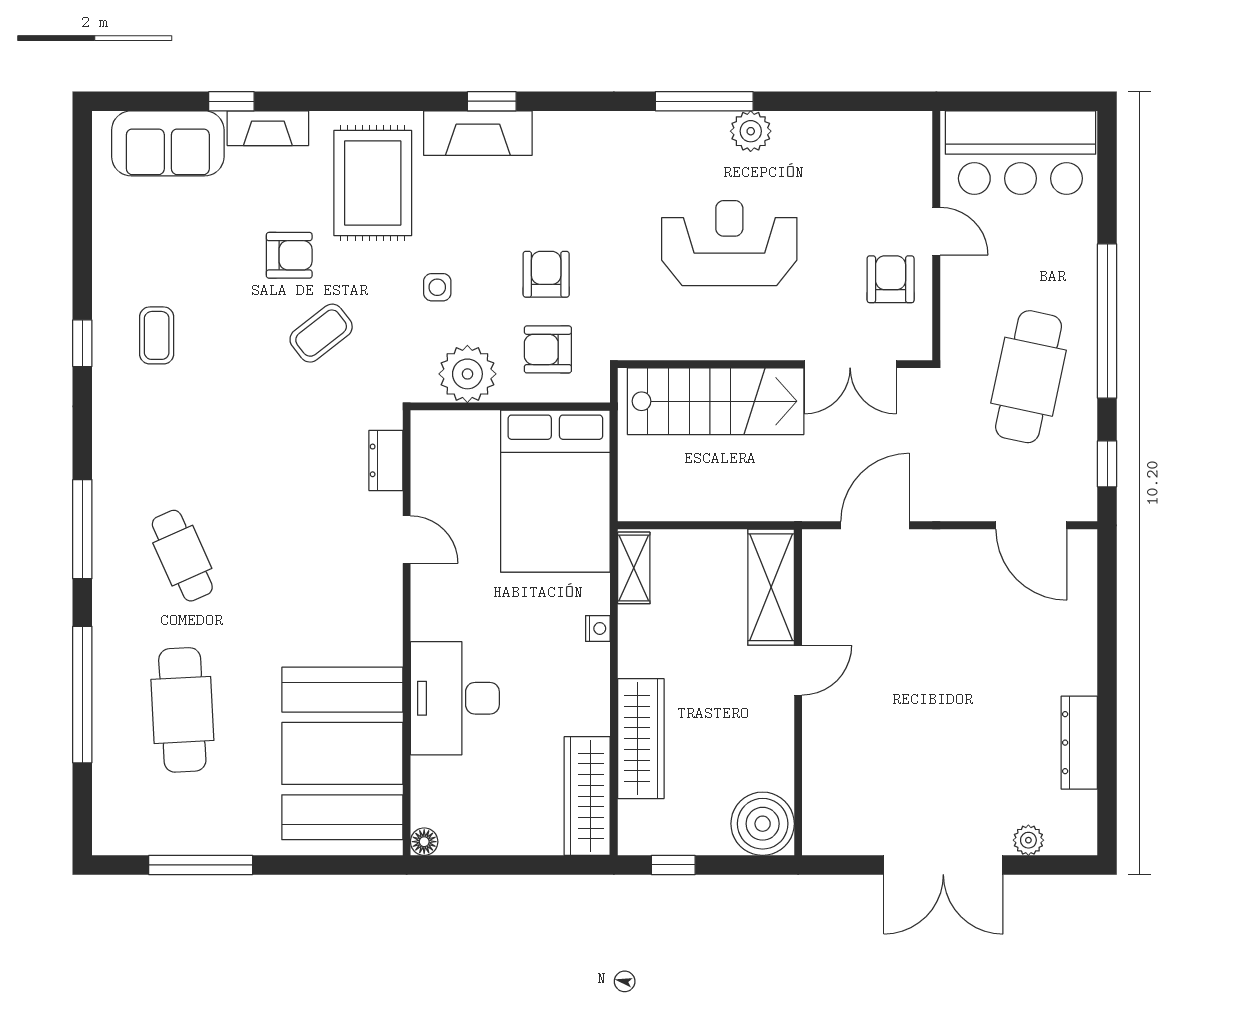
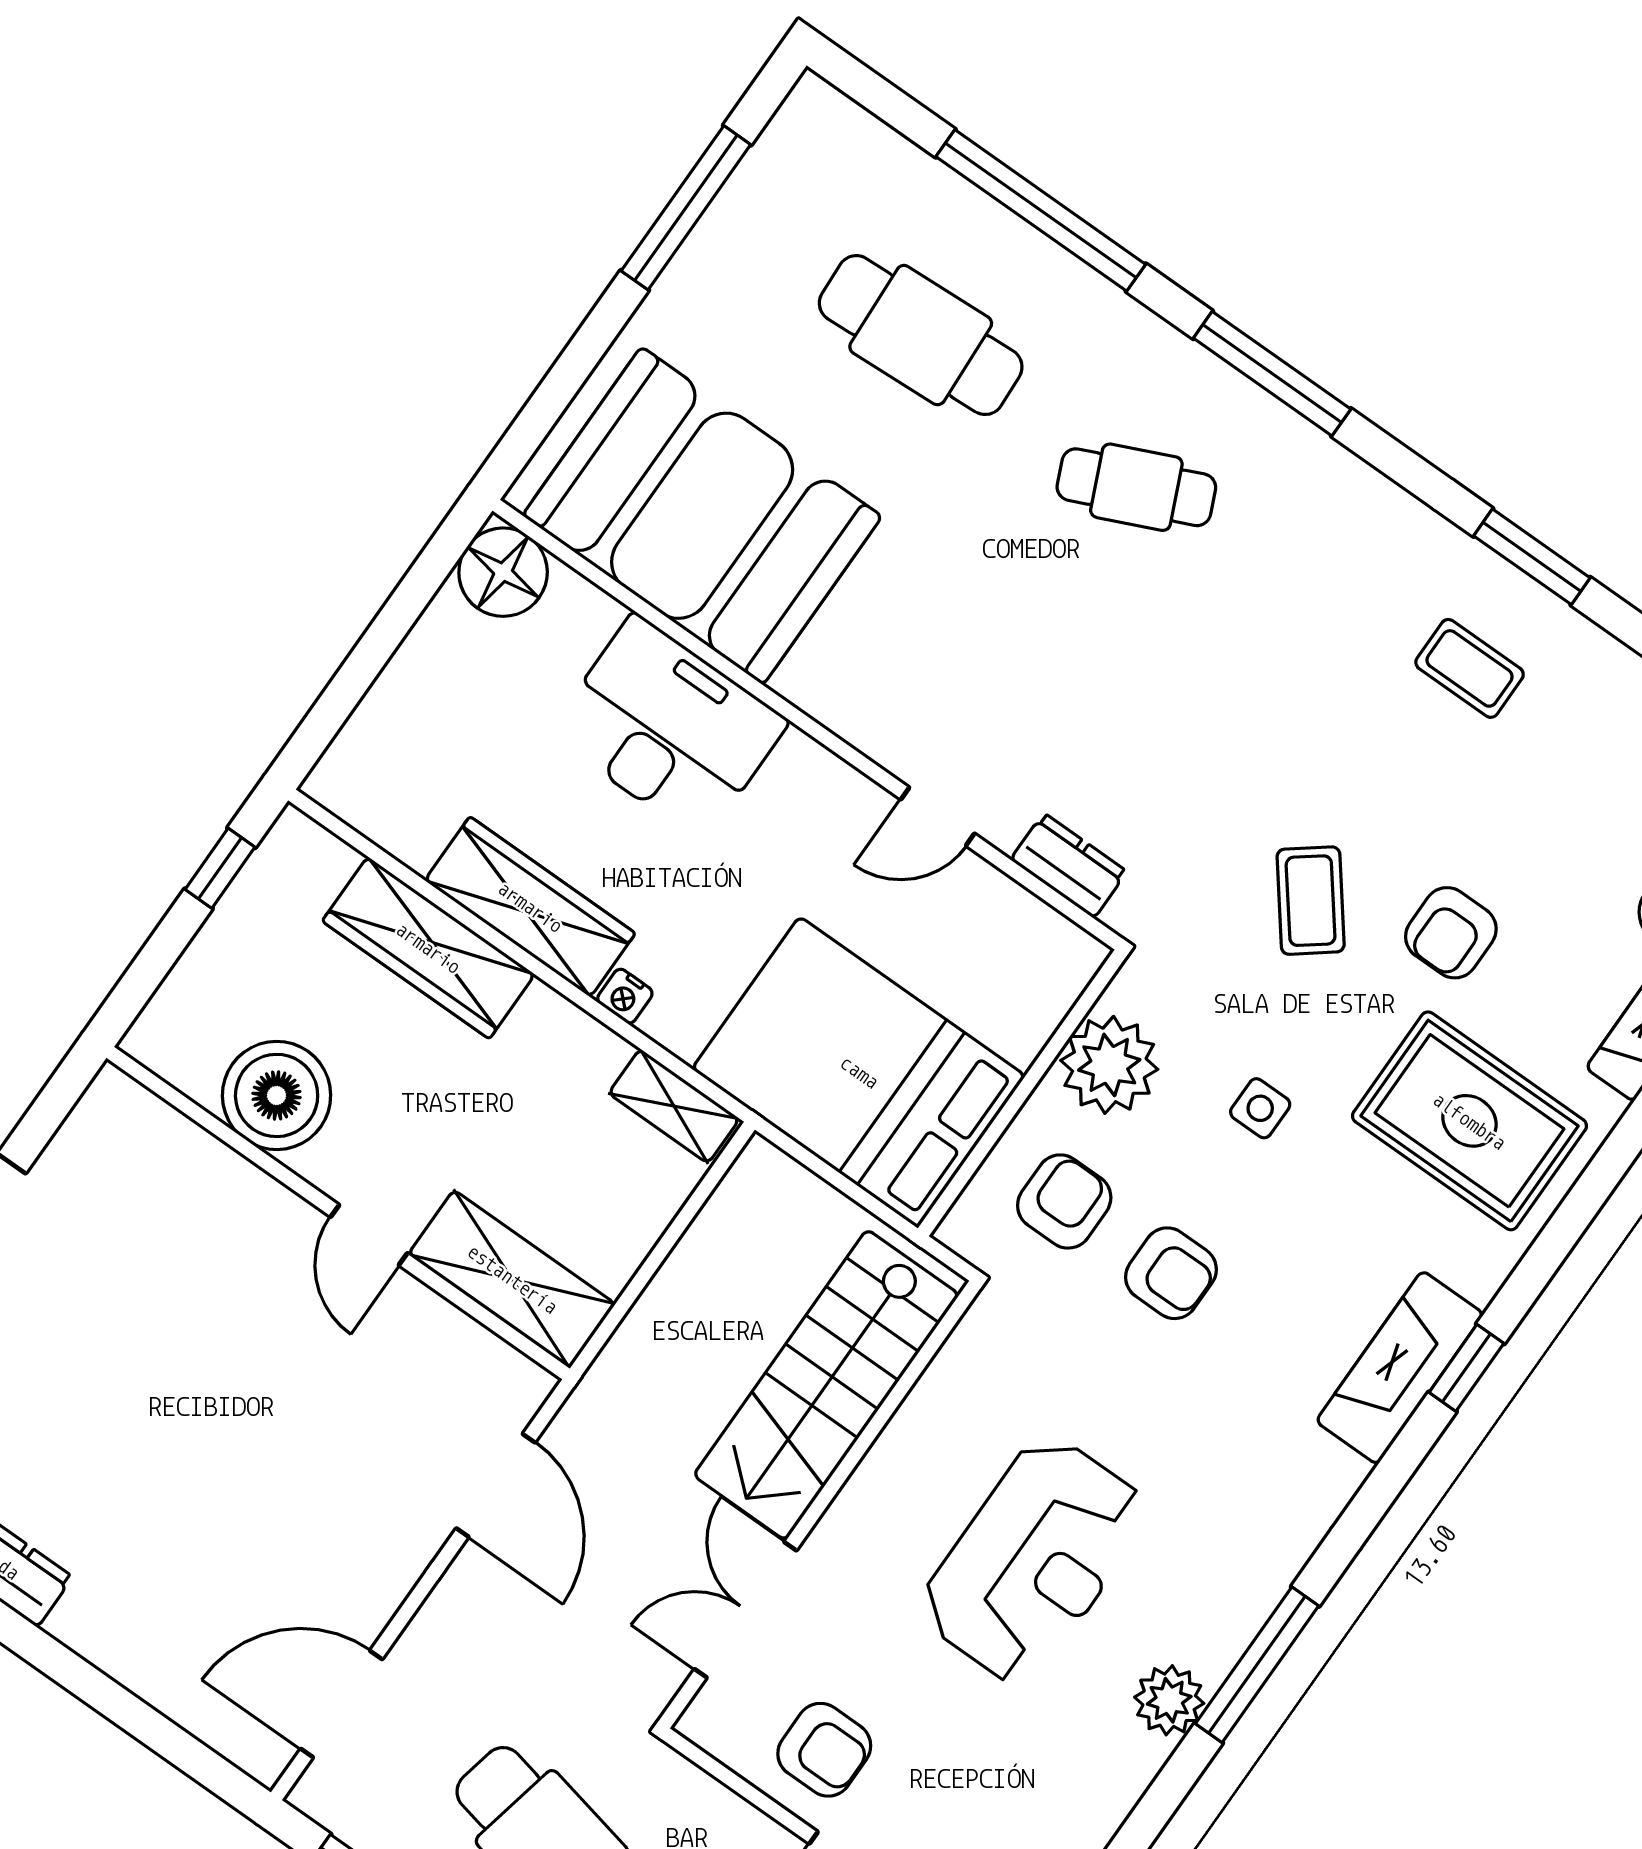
fireplace: (478, 133) -> (1400, 1368), moved
window: (82, 343) -> (1532, 557), width x1.50
wardrobe: (587, 796) -> (530, 907), moved
boiler: (763, 824) -> (277, 1095), moved
floor lamp: (424, 842) -> (503, 572), width x1.89, depth x1.89

